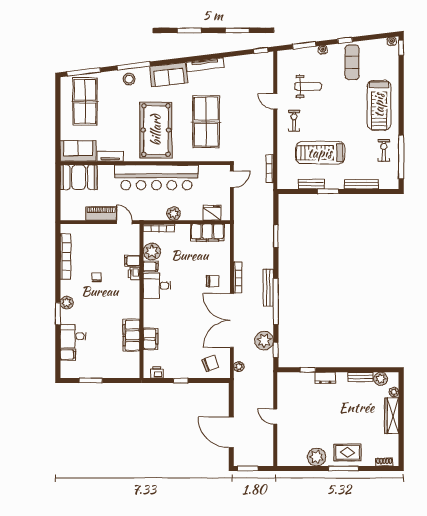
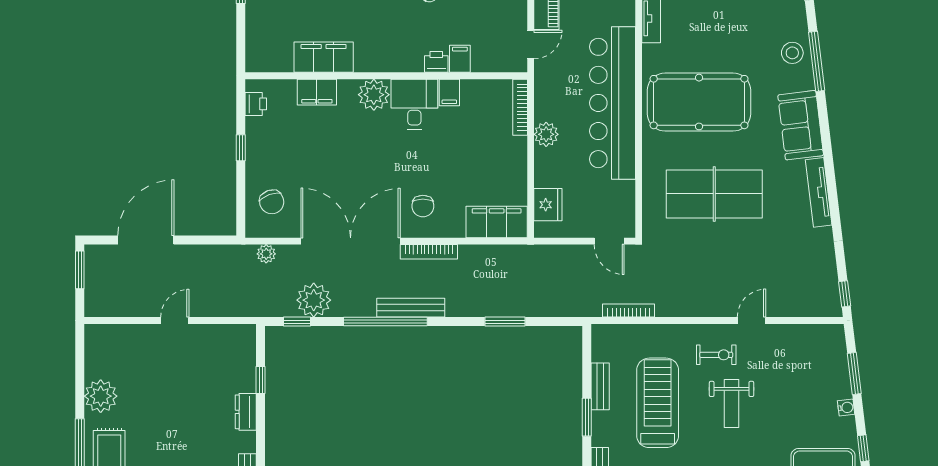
weight bench: (308, 86) -> (732, 403), moved
filing cabinet: (207, 233) -> (497, 222), moved, turned 90
plant: (152, 252) -> (374, 95), moved

